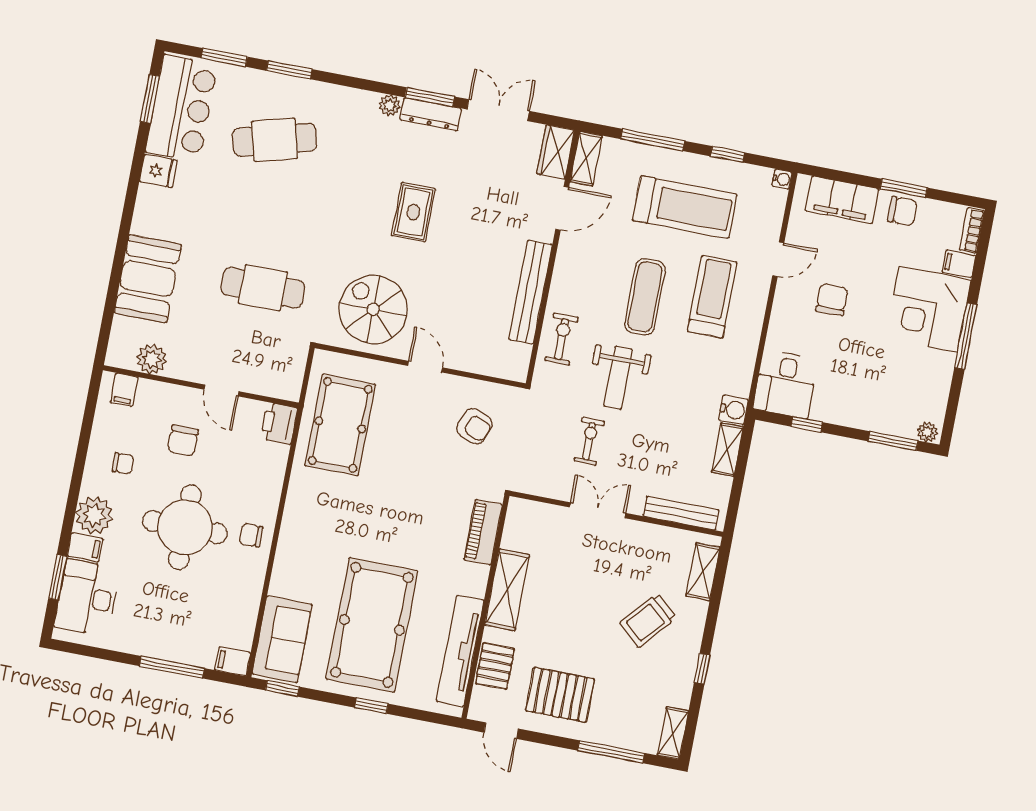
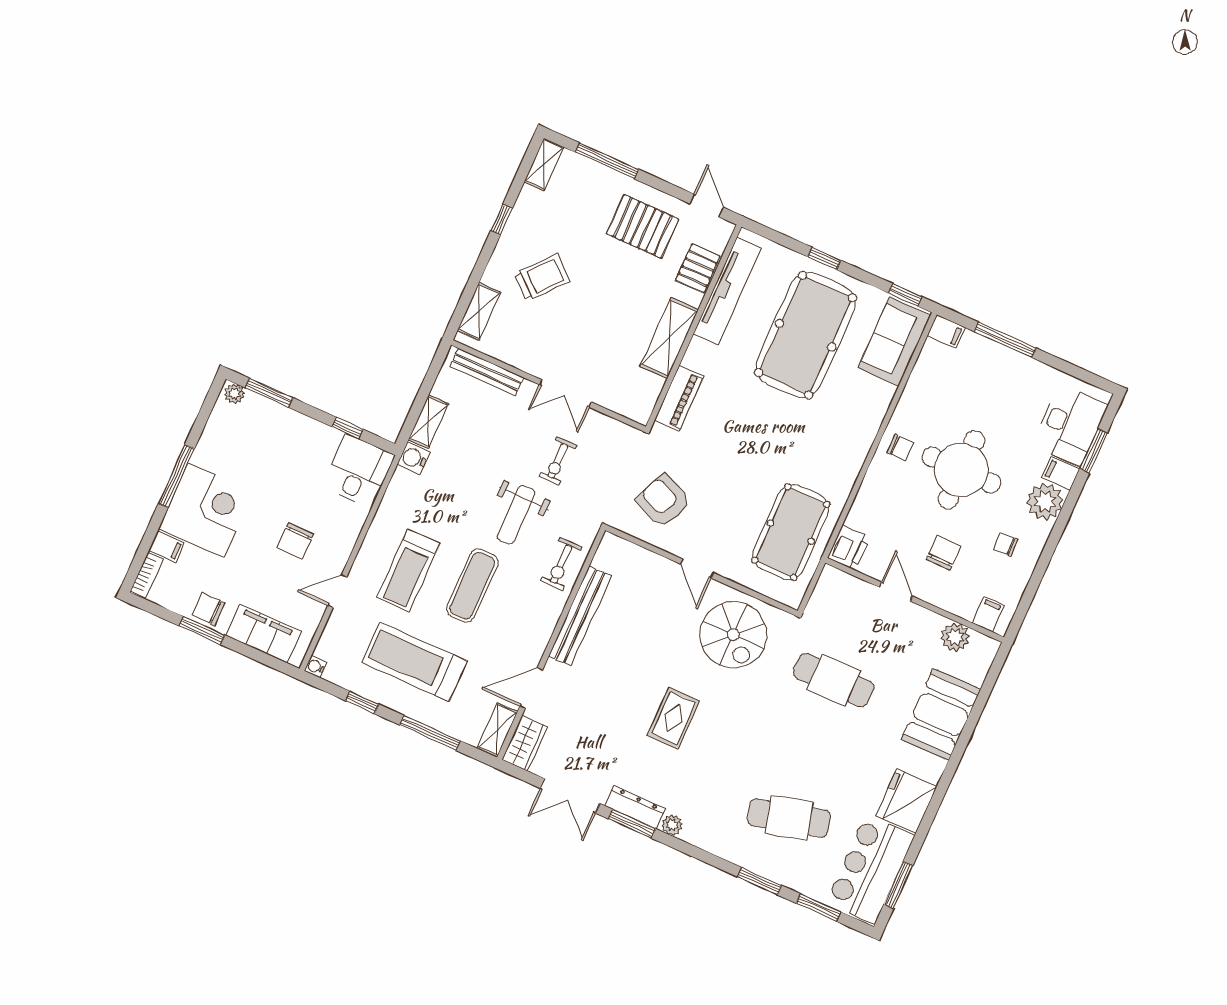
fridge: (158, 171) -> (907, 801), width x1.88, depth x1.34
weight bench: (618, 378) -> (516, 515), turned 180
armchair: (474, 426) -> (663, 501), width x1.38, depth x1.38

